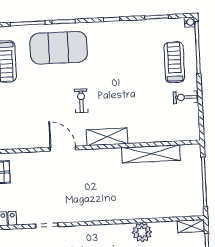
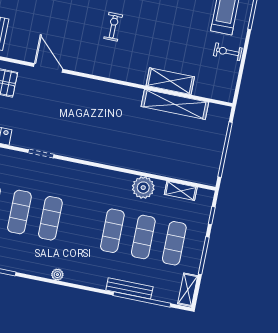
shelving: (107, 137) -> (170, 81), moved
door: (63, 149) -> (48, 68), moved
shelving: (191, 226) -> (181, 191), moved

